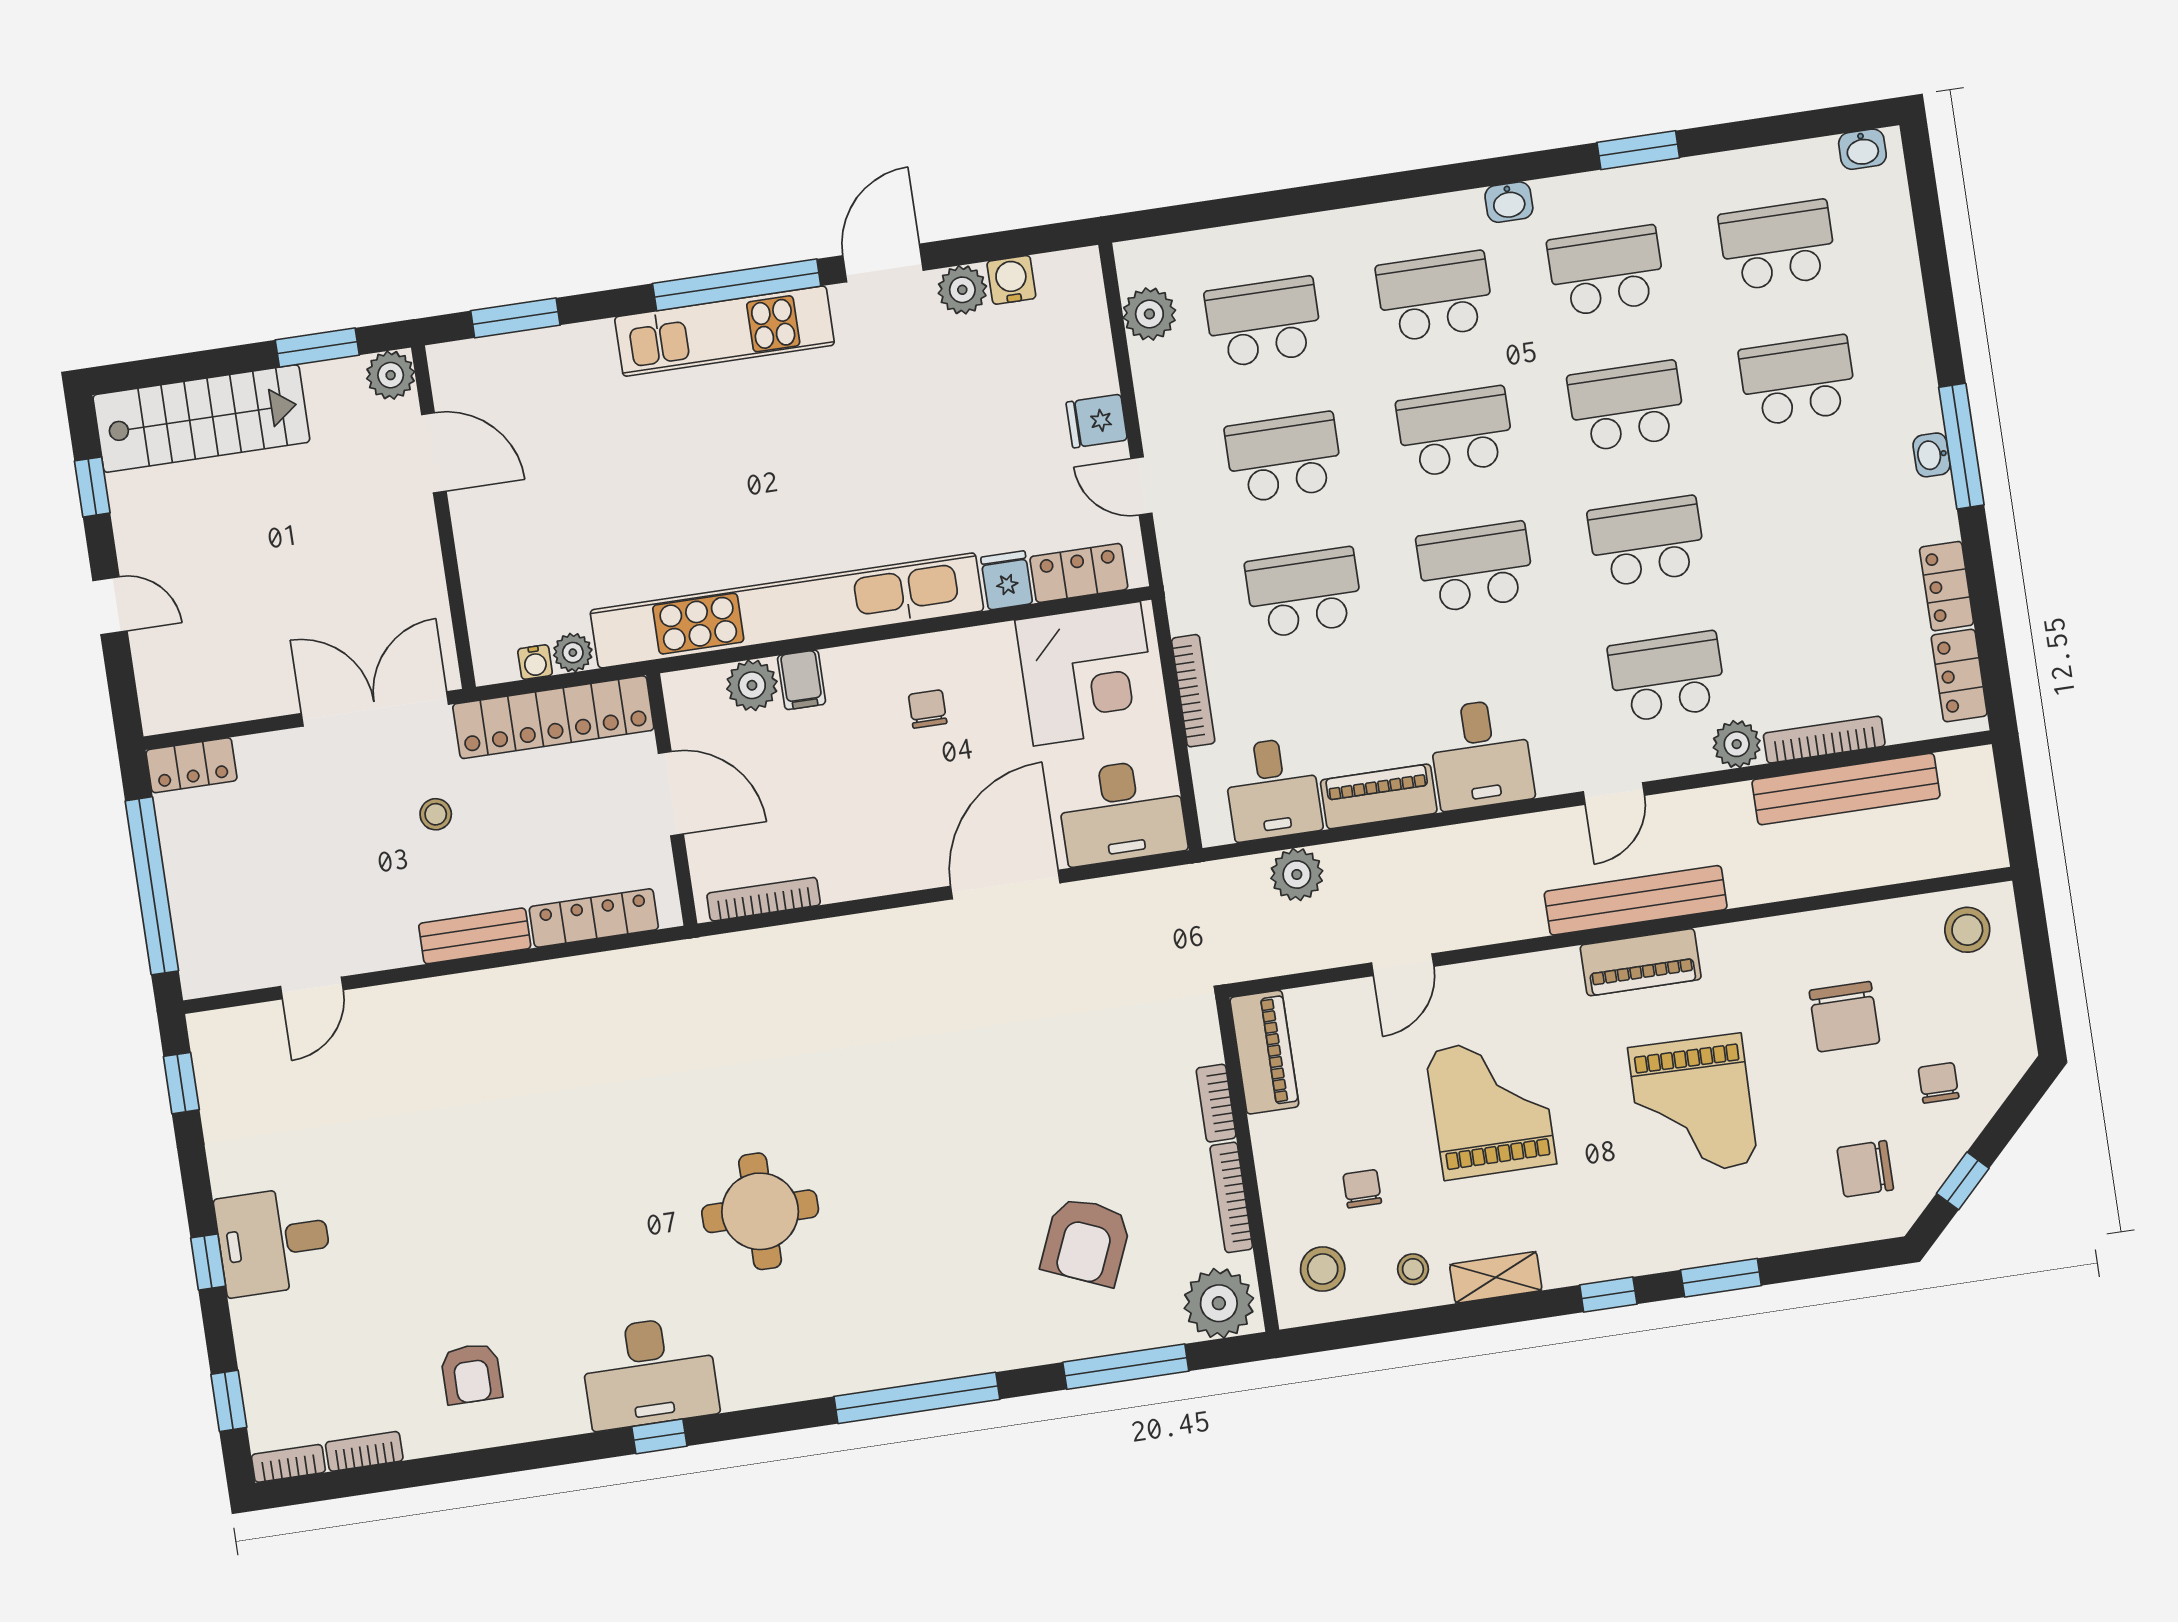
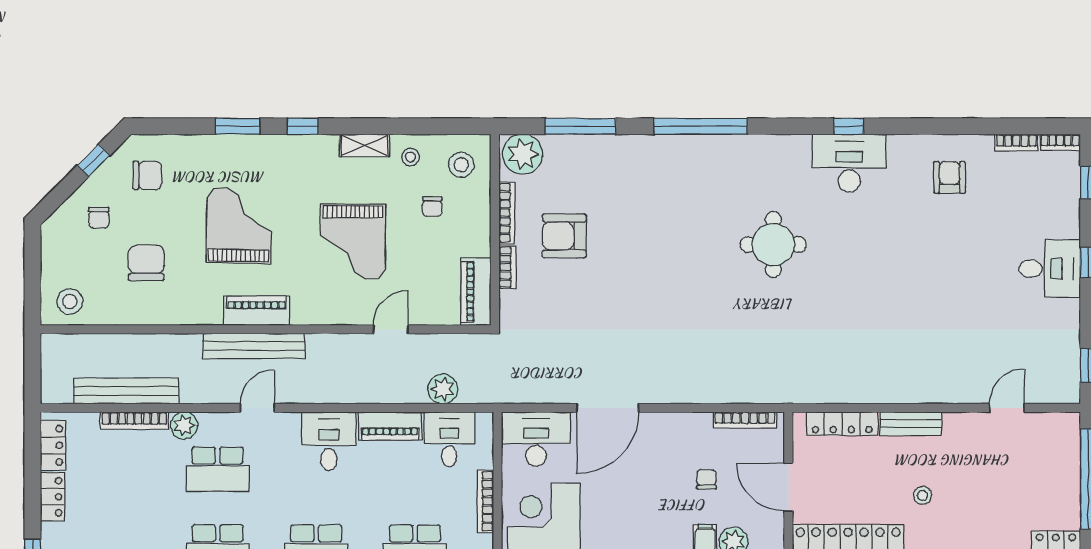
chair: (928, 709) -> (707, 479), moved, turned 180
armchair: (1086, 1241) -> (564, 236), moved, turned -113

